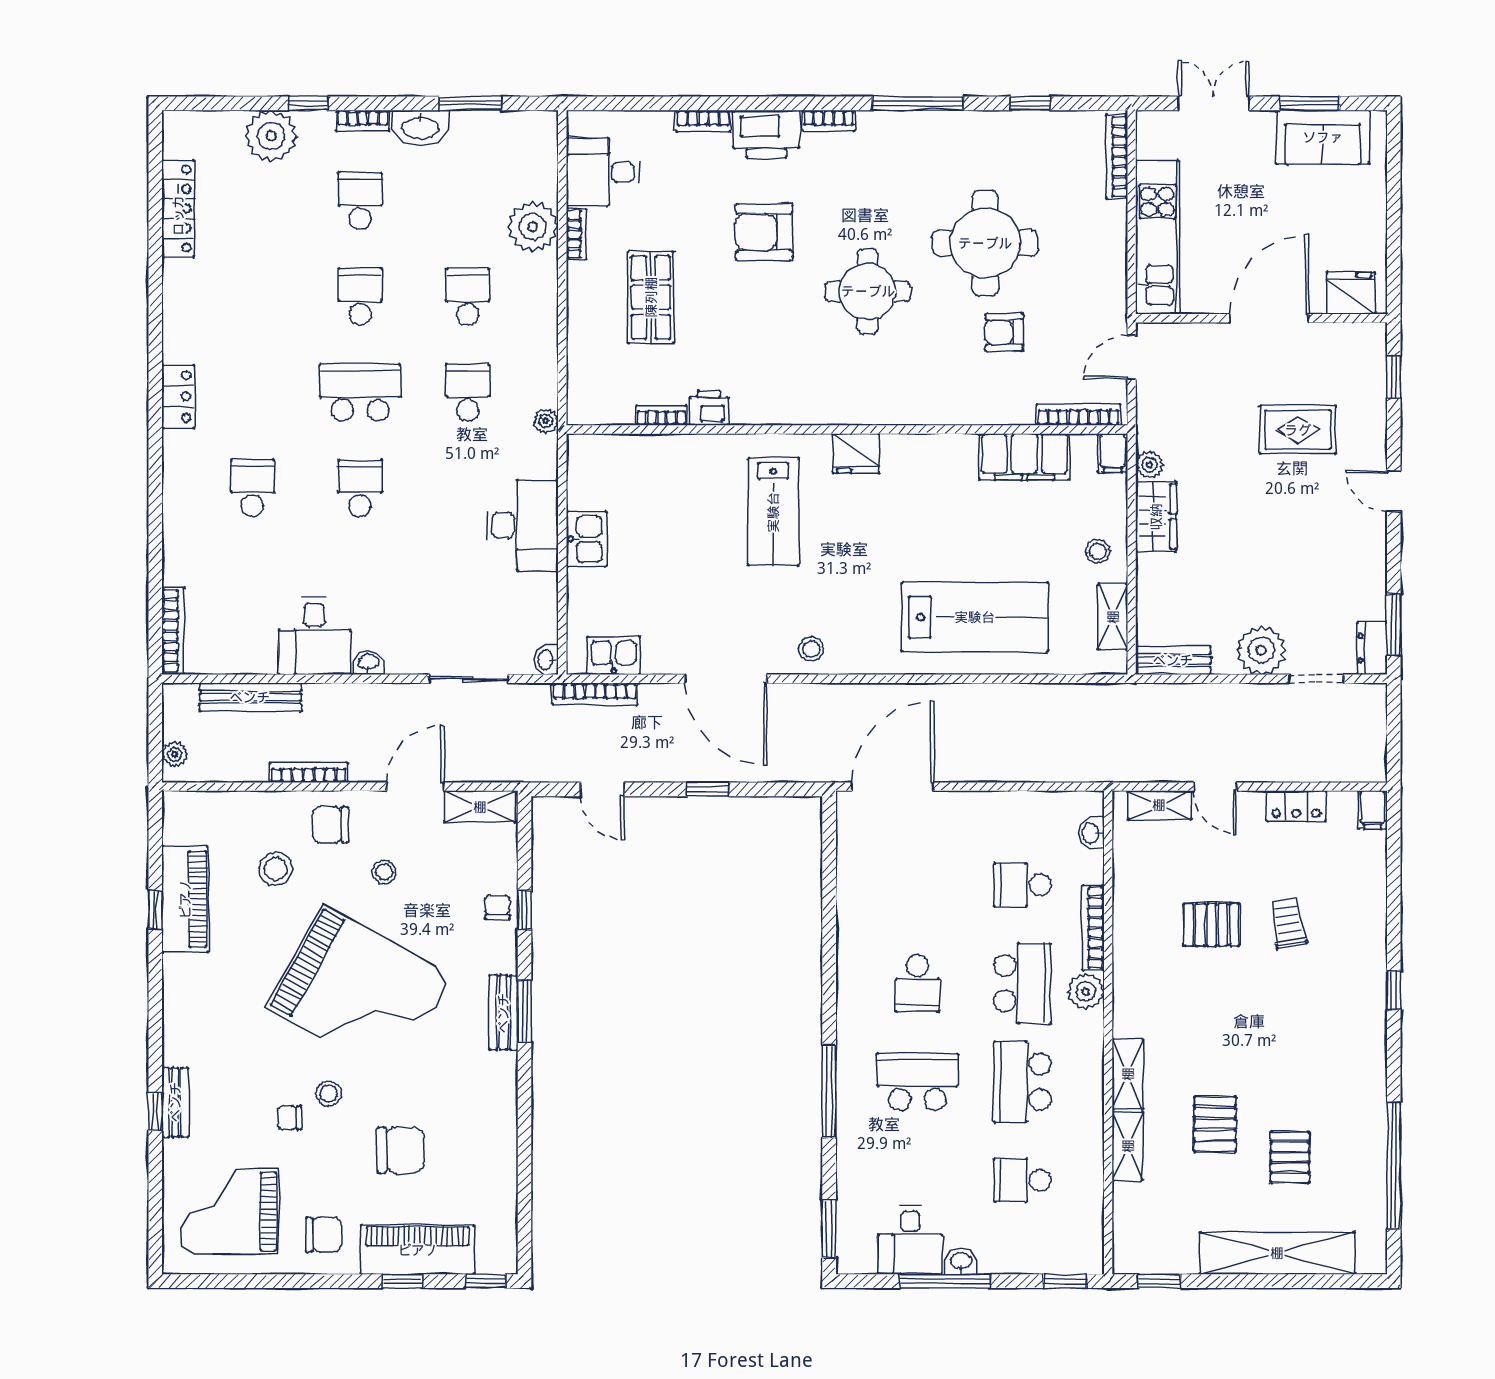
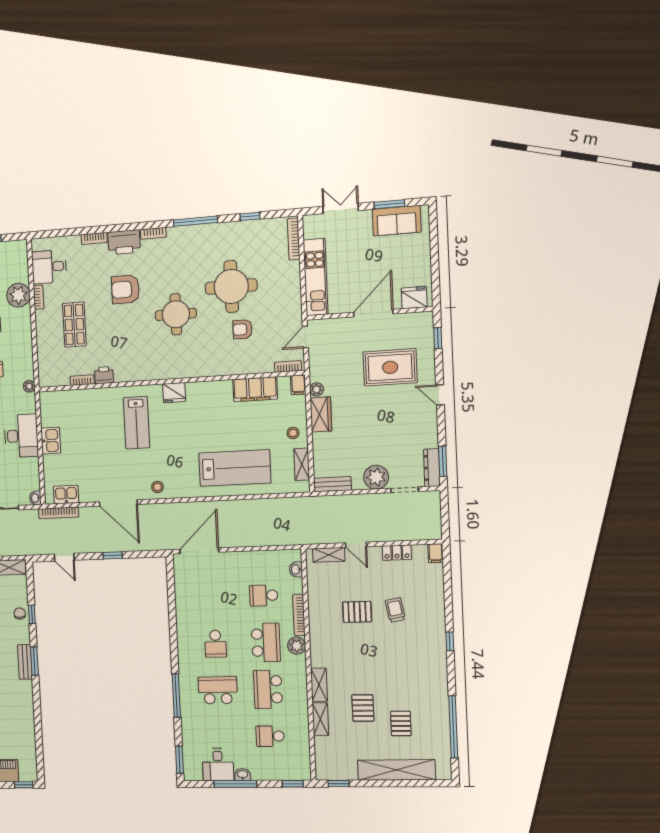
bookcase: (1078, 415) -> (288, 367), width x0.64
rug: (1298, 430) -> (390, 367), width x1.36, depth x1.43
dresser: (1372, 648) -> (432, 468), width x1.44

